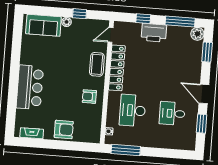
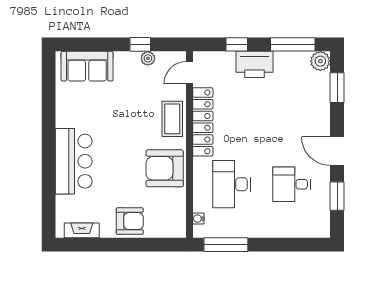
plant: (67, 22) -> (148, 58), moved
armchair: (89, 97) -> (165, 168), width x1.88, depth x1.88

